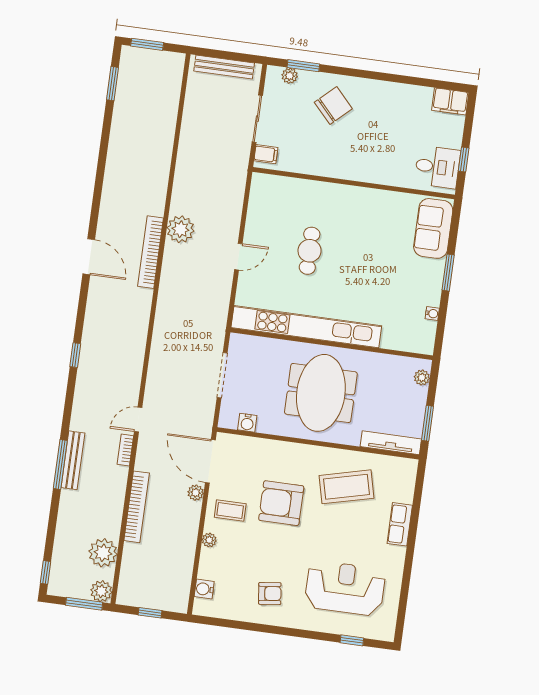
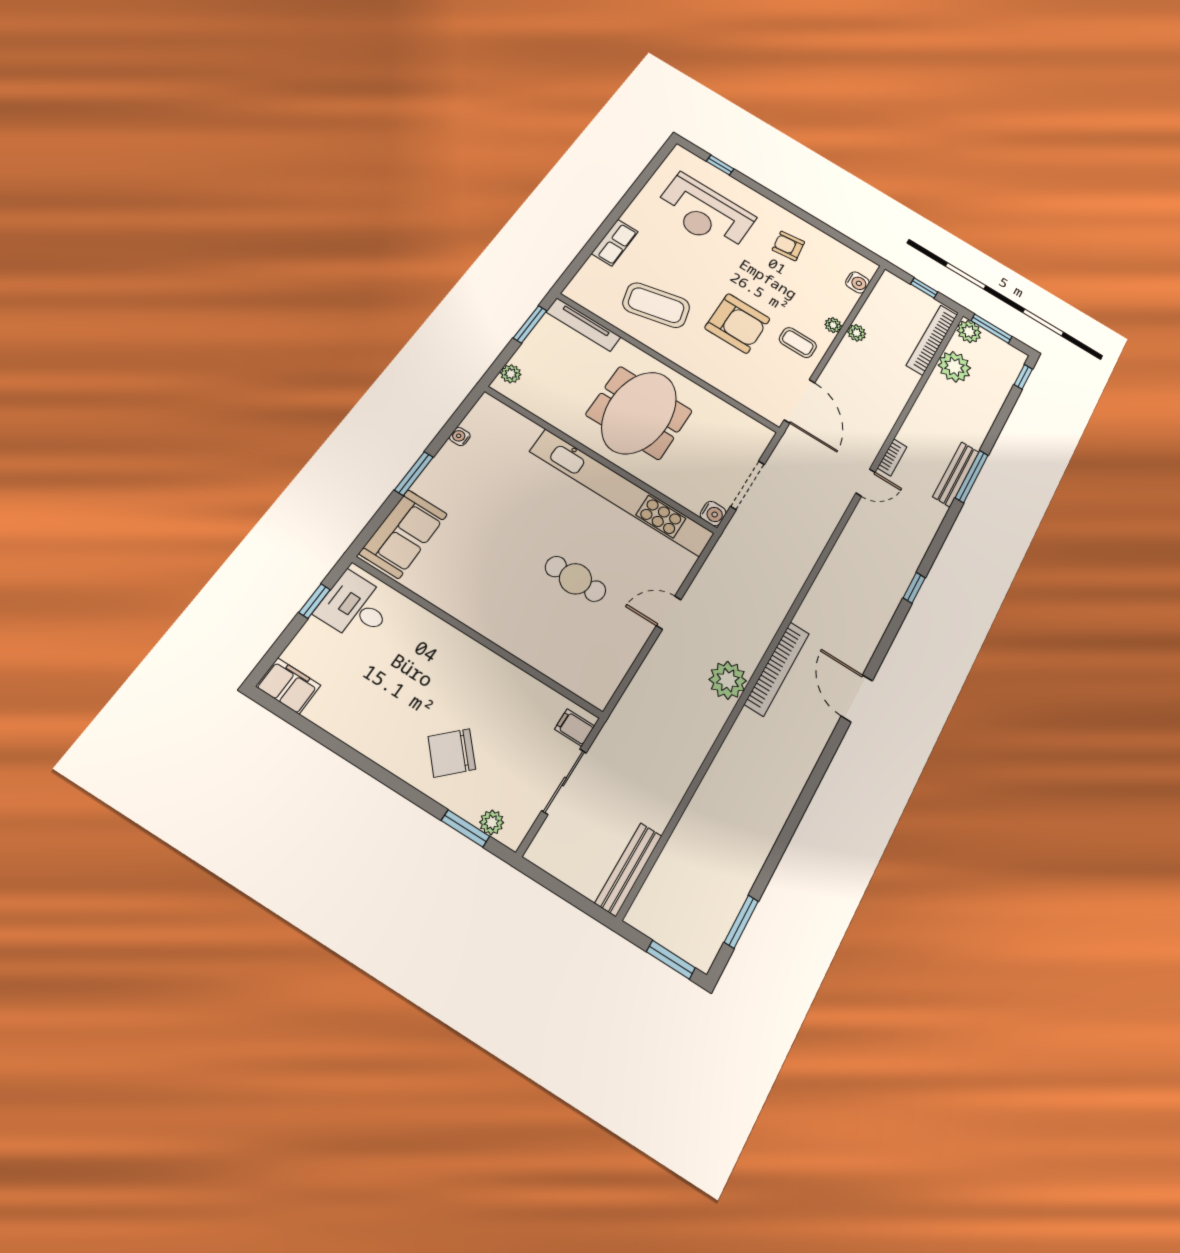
bench: (224, 67) -> (629, 869), moved, turned 90
cafe table: (310, 251) -> (575, 579), turned 90
water cooler: (247, 423) -> (713, 514), moved, turned 90
plant: (196, 493) -> (857, 333), moved
bookcase: (137, 507) -> (932, 340), moved

